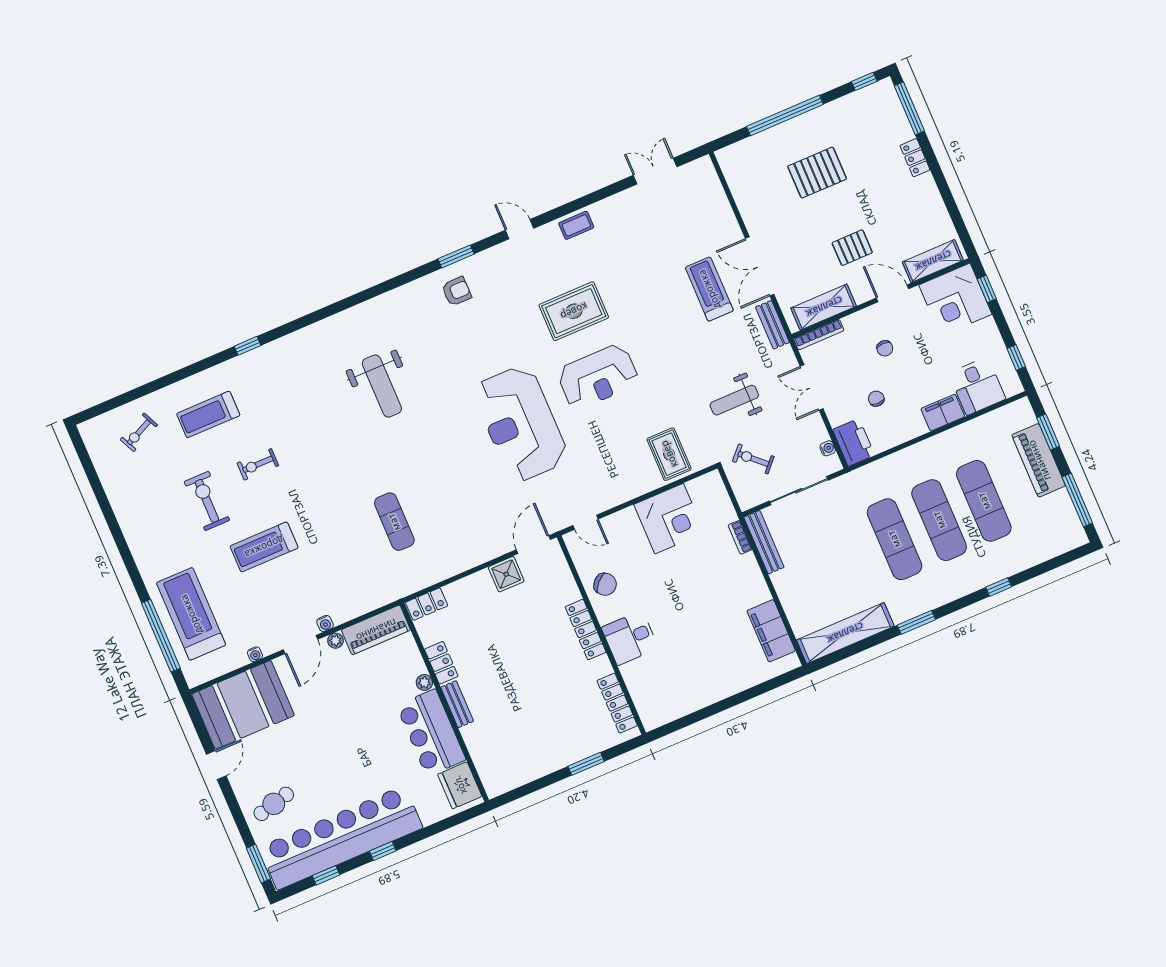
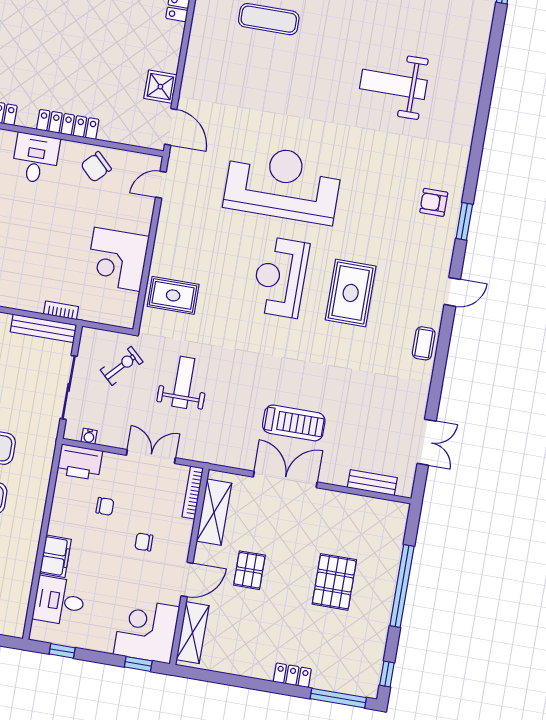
armchair: (457, 291) -> (434, 202), turned 90
bench: (772, 325) -> (372, 483), moved

